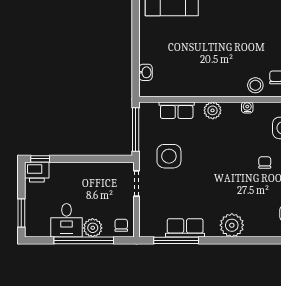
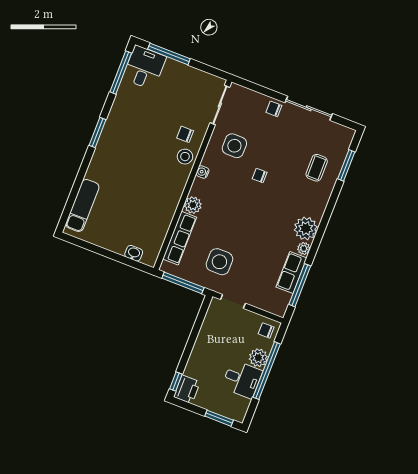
row of seats: (177, 110) -> (180, 238), width x1.48
plant: (212, 231) -> (304, 248), added

